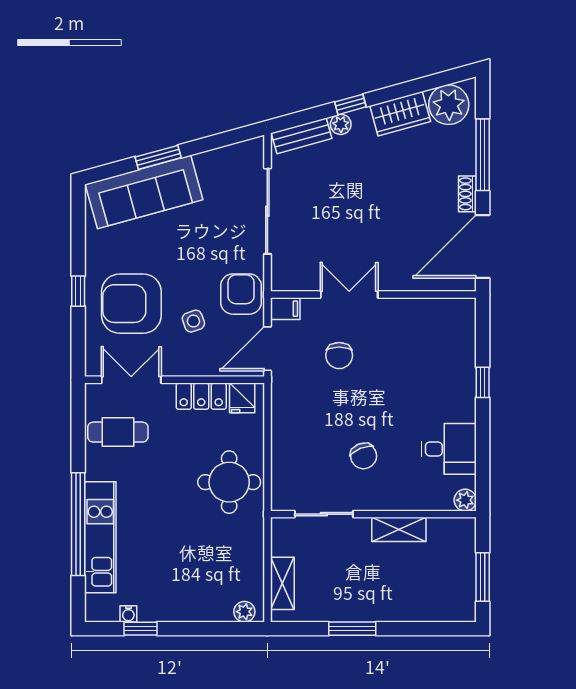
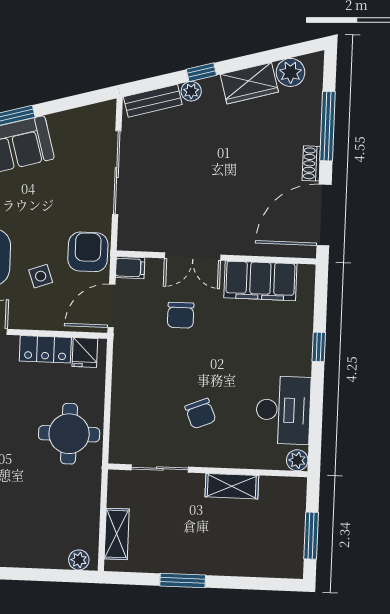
plant: (449, 105) -> (290, 72), width x0.73, depth x0.73
double door: (349, 295) -> (193, 256), swing flipped
filing cabinet: (420, 317) -> (260, 281), added
desk: (449, 449) -> (283, 410), width x1.37

